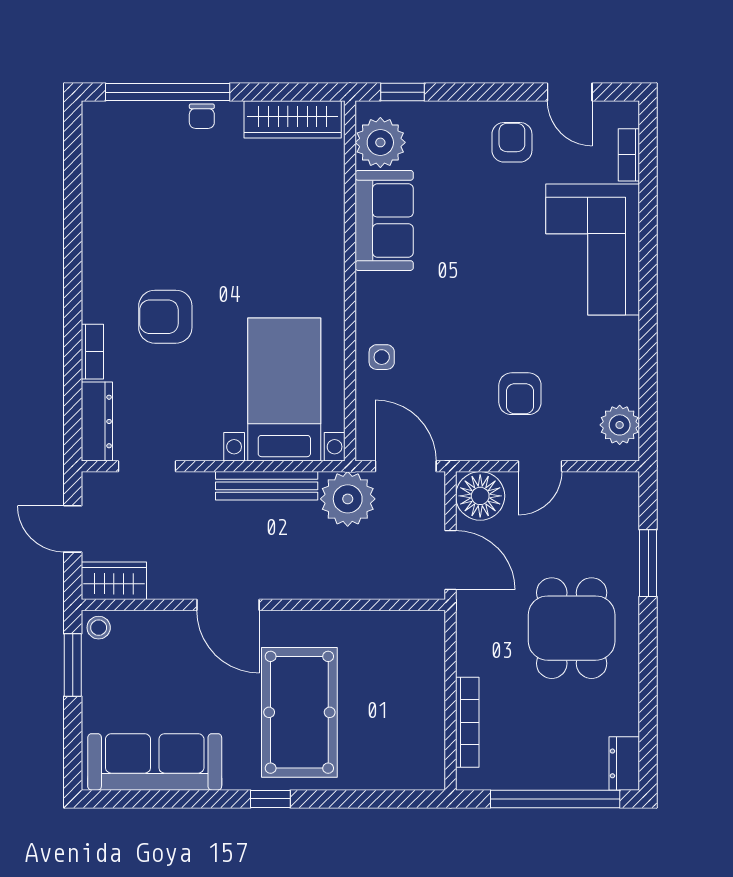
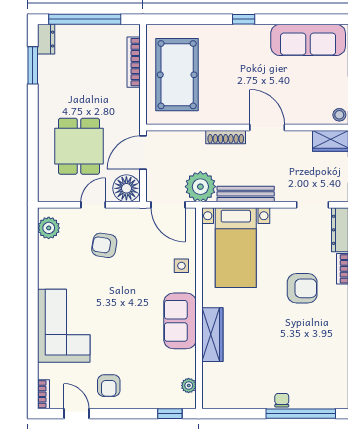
wardrobe: (293, 119) -> (212, 335), moved, turned 90
plant: (380, 142) -> (189, 386), width x0.53, depth x0.53
bookcase: (629, 155) -> (44, 394), moved
sofa: (384, 220) -> (180, 321), moved
armchair: (520, 394) -> (104, 245), turned -81
door: (451, 560) -> (143, 153), hinge flipped
window: (648, 563) -> (33, 65), moved
shoe rack: (302, 588) -> (226, 137), added
dining table: (572, 628) -> (79, 146), moved
pool table: (299, 712) -> (177, 75), moved

